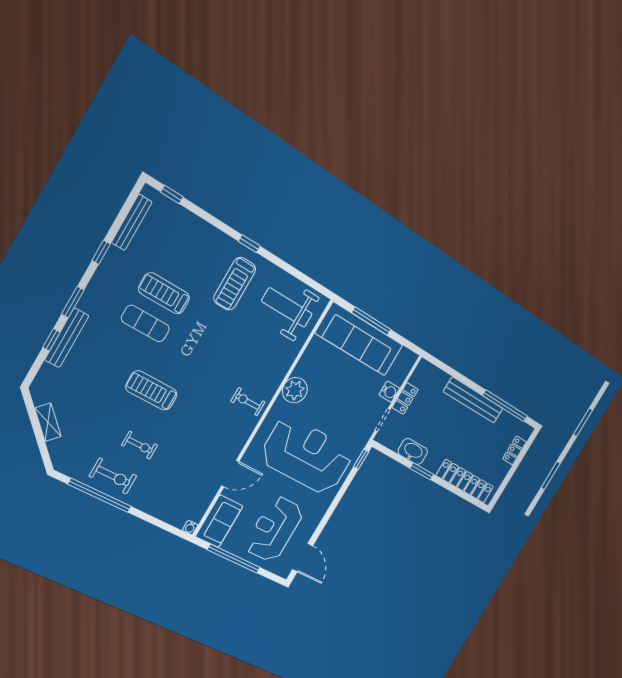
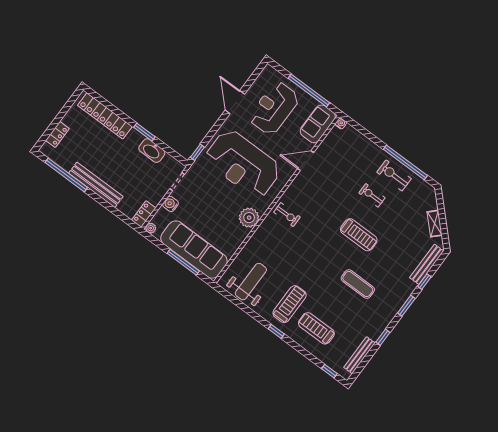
treadmill: (164, 293) -> (316, 328), moved, turned 180
weight bench: (287, 308) -> (251, 282), turned -90
bench: (67, 338) -> (427, 264), moved
plant: (411, 358) -> (151, 228), added
locker: (405, 398) -> (144, 214), moved
reception desk: (274, 529) -> (274, 108), turned 180
door: (303, 558) -> (235, 102), moved

